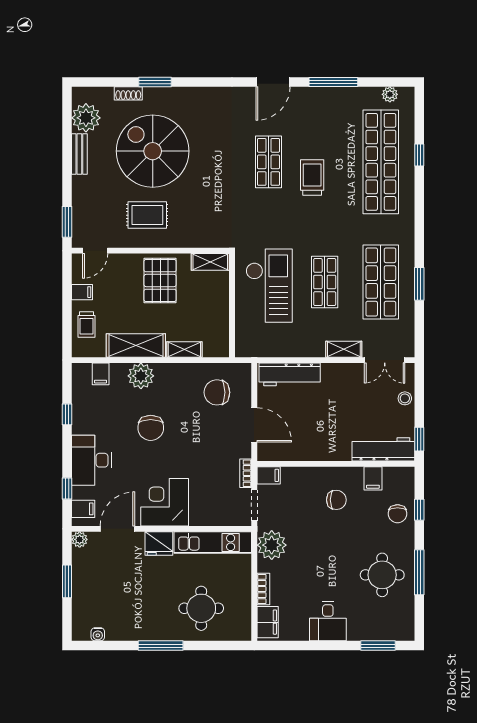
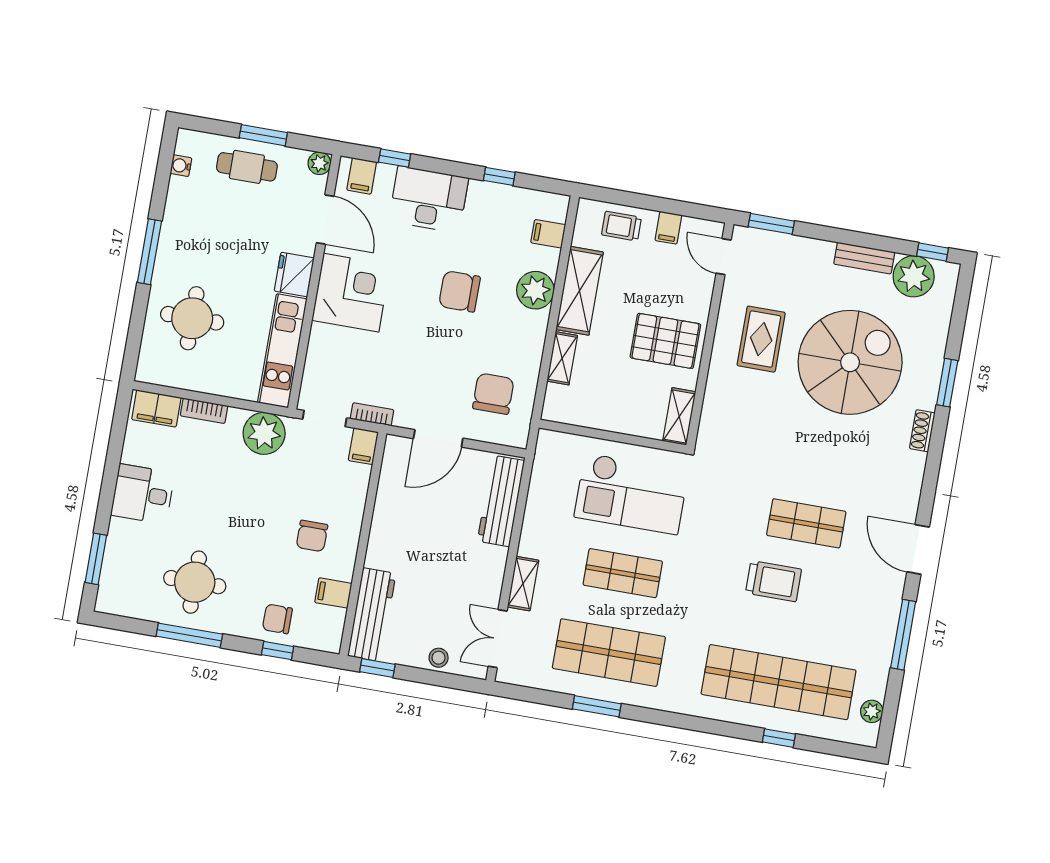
shoe rack: (128, 93) -> (922, 431), moved
window: (67, 108) -> (932, 252), added
cafe table: (91, 589) -> (247, 167), added

